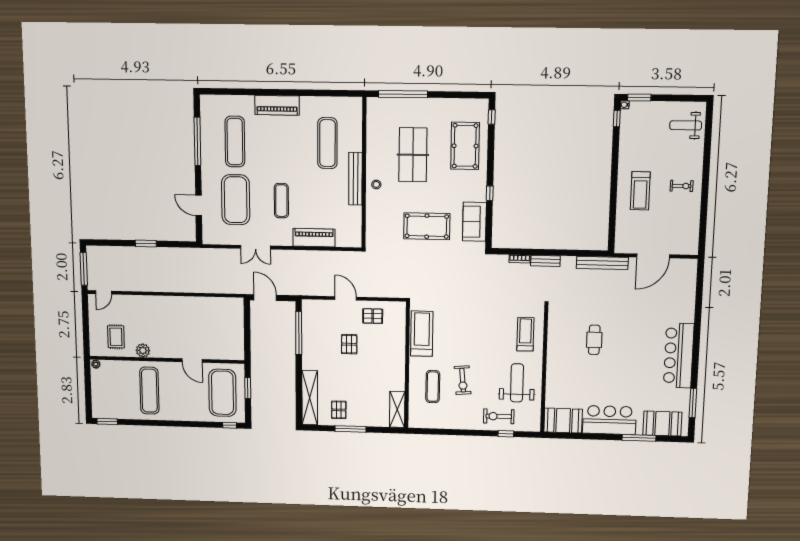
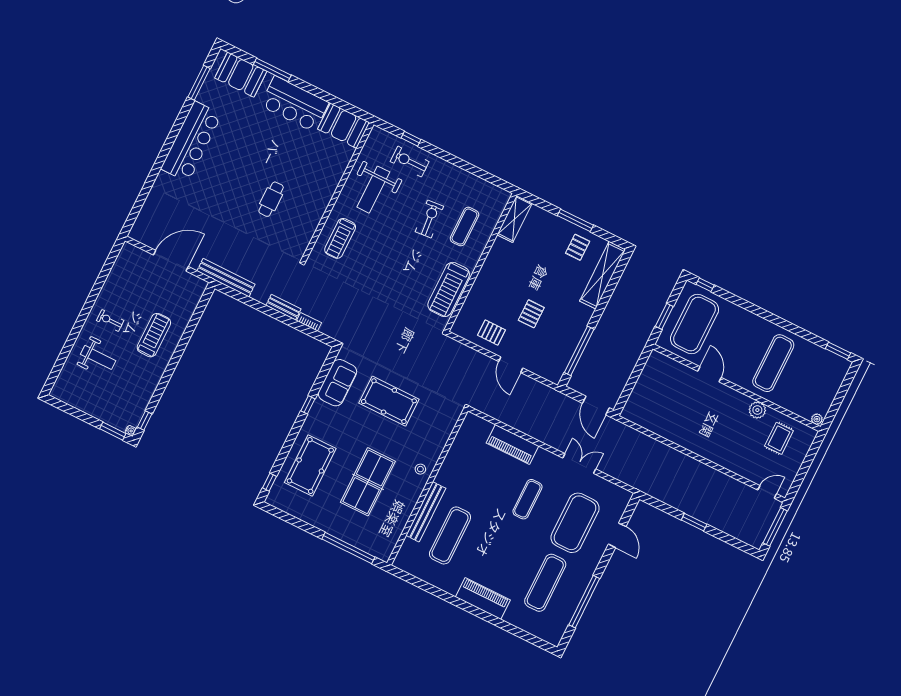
weight bench: (686, 125) -> (98, 357), moved
bench: (355, 179) -> (426, 512), moved
exercise bike: (499, 416) -> (410, 162), turned 180

